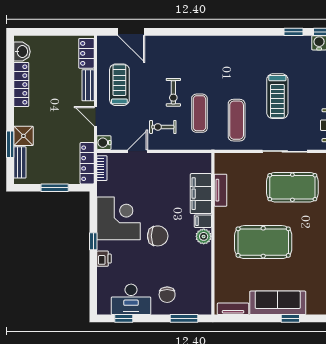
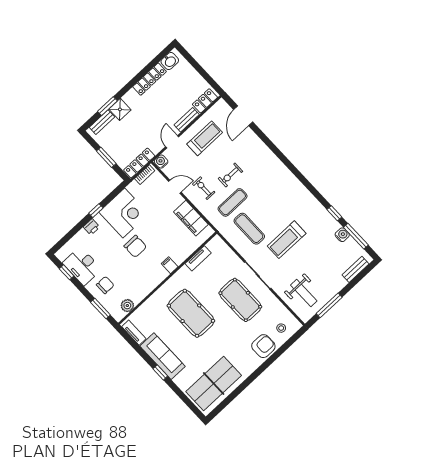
exercise mat: (237, 120) -> (249, 229), turned 90
filing cabinet: (201, 194) -> (191, 218), moved, turned -90
plant: (204, 236) -> (127, 306), moved
chair: (167, 295) -> (105, 285), turned 180

